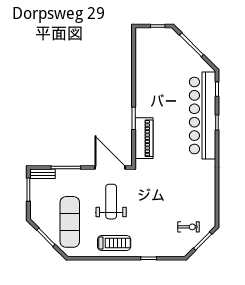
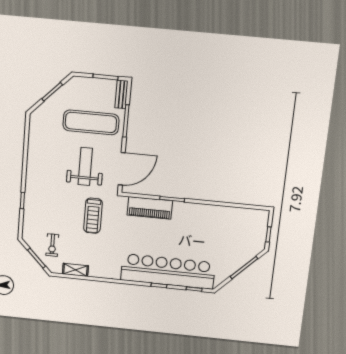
weight bench: (111, 202) -> (85, 166), turned -90
shelving: (210, 203) -> (75, 270), added
exercise mat: (70, 222) -> (91, 122), moved
treadmill: (114, 243) -> (93, 216), moved

